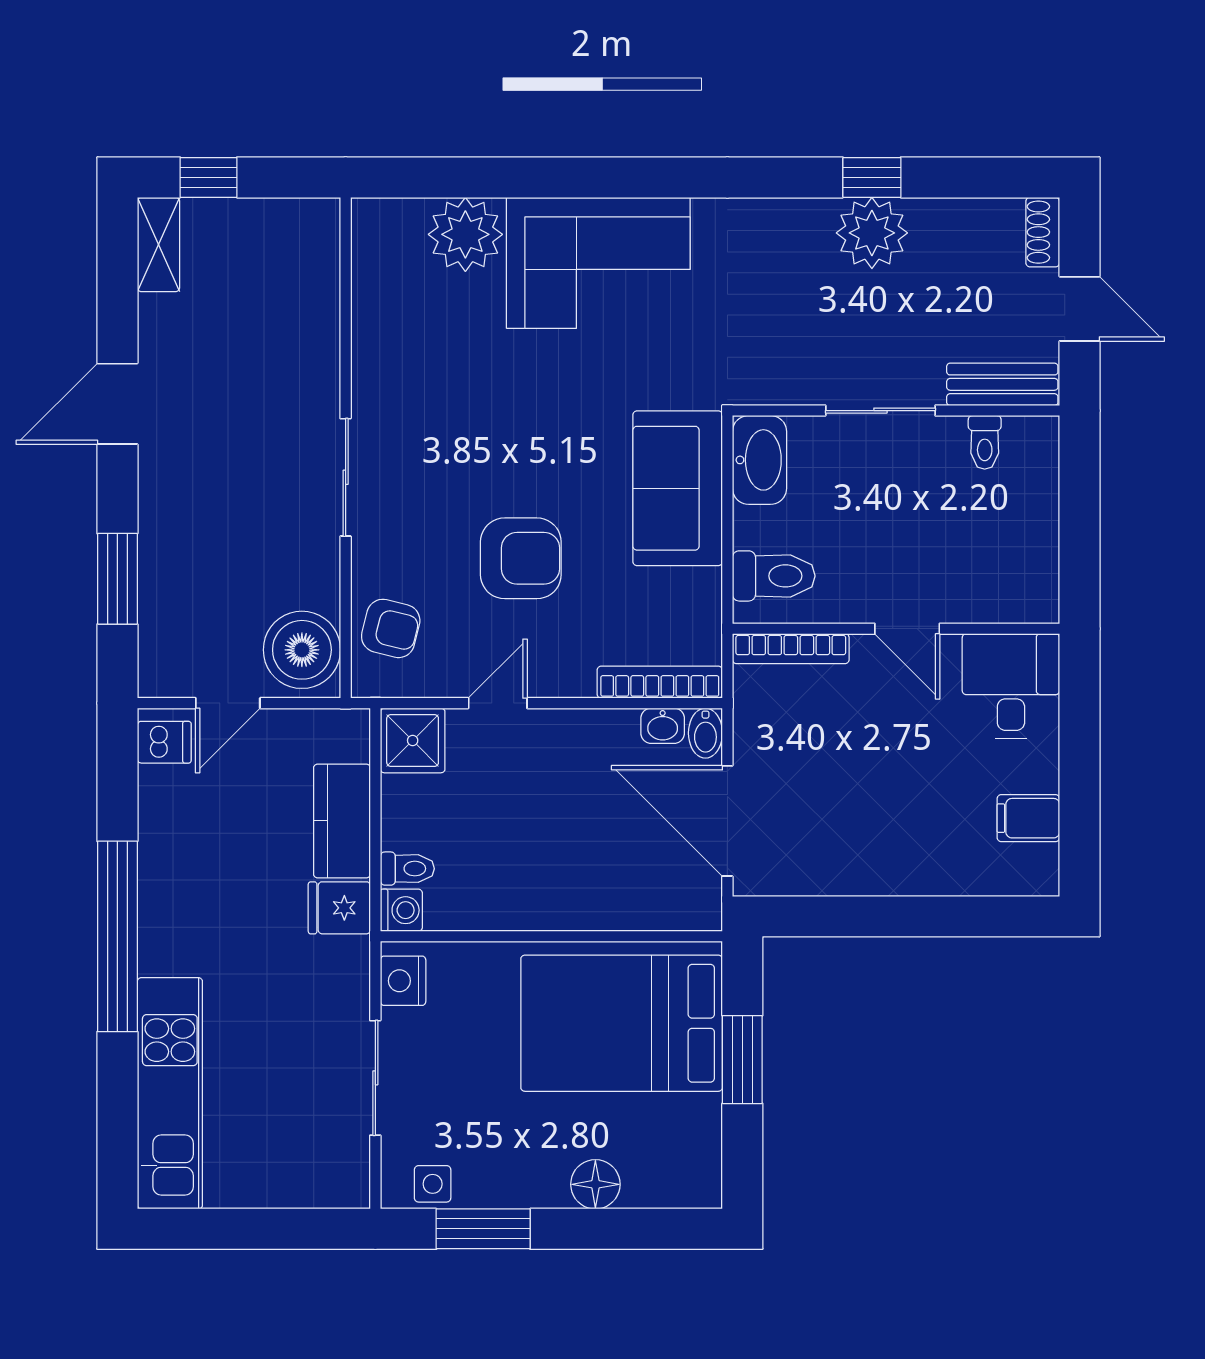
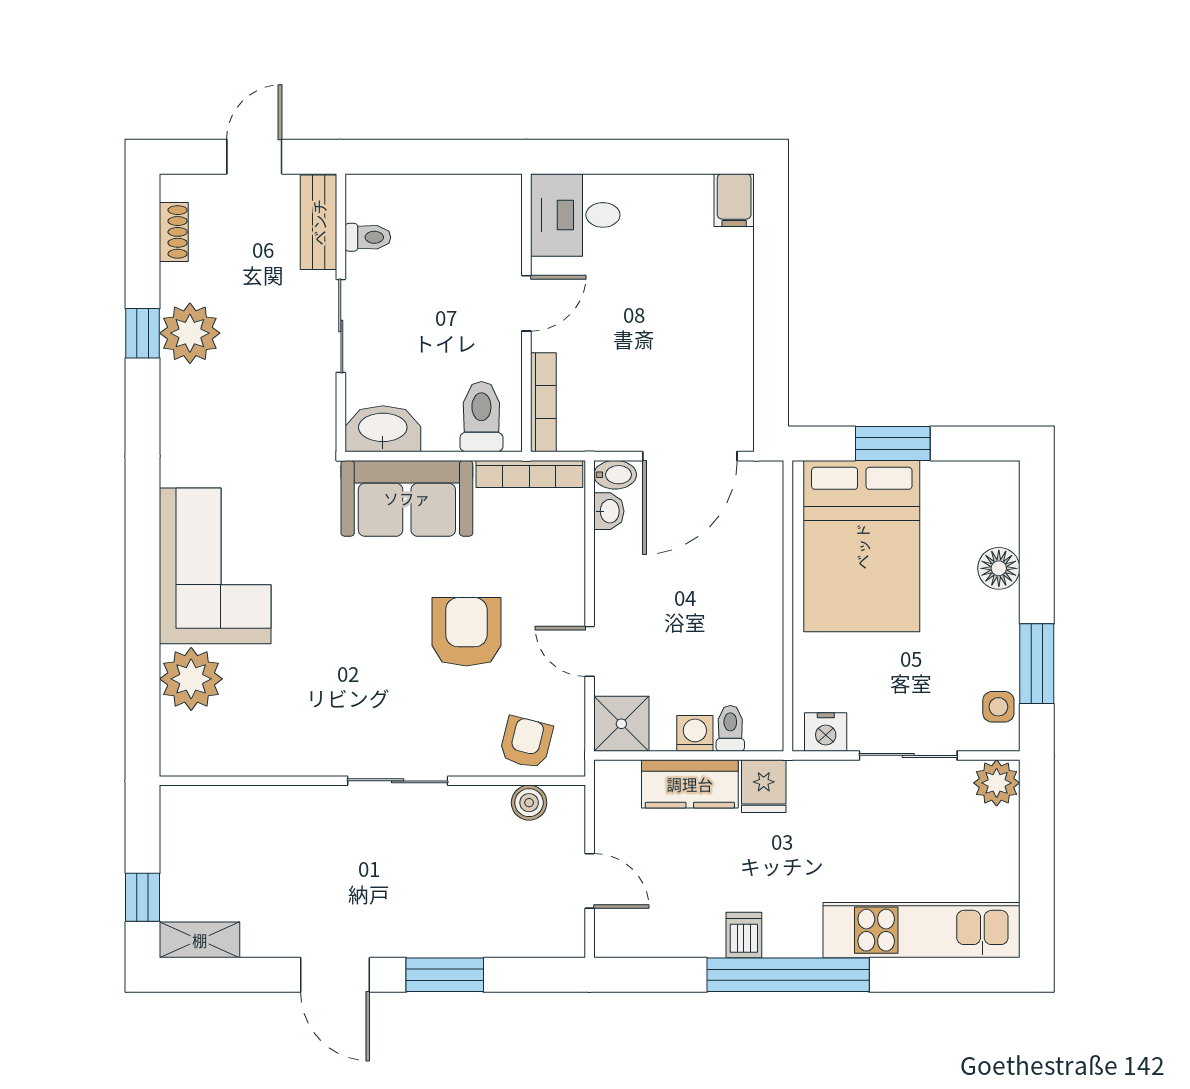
shoe rack: (1043, 232) -> (174, 232), moved, turned -90
window: (117, 579) -> (445, 975), moved
boiler: (302, 650) -> (529, 803), width x0.54, depth x0.54
bookcase: (660, 682) -> (529, 474), moved, turned -90
dishwasher: (164, 742) -> (744, 935), moved
filing cabinet: (1028, 818) -> (734, 200), moved
washing machine: (401, 910) -> (695, 733), moved
plant: (343, 1182) -> (997, 783), added

